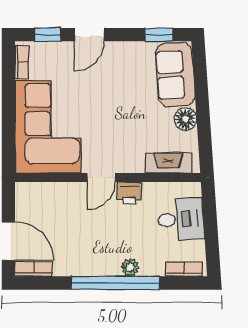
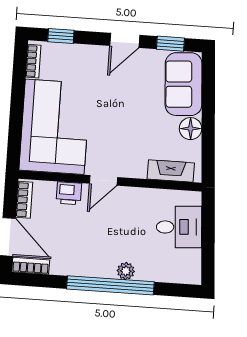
door: (89, 35) -> (125, 40), moved
printer: (129, 193) -> (69, 193), moved
bookcase: (184, 269) -> (24, 200), moved, turned 90

